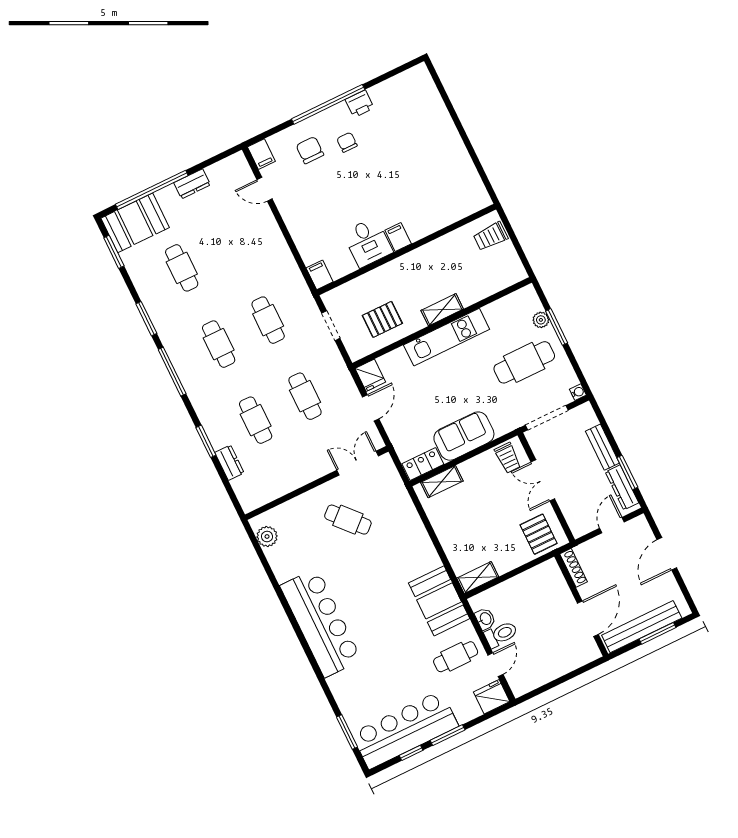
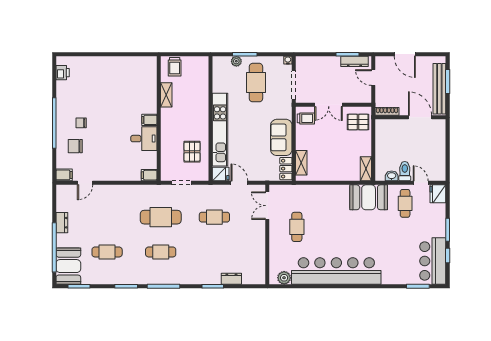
printer: (360, 104) -> (63, 73), moved
shelving: (442, 310) -> (166, 95), moved
cafe table: (268, 320) -> (161, 217), width x1.37, depth x1.35
kitchen unit: (447, 337) -> (220, 130), width x1.36
cafe table: (256, 420) -> (214, 252), removed
bench: (602, 447) -> (326, 61), removed
cafe table: (348, 520) -> (297, 227), turned -48
bar counter: (321, 623) -> (336, 271), width x1.36
bar counter: (405, 730) -> (433, 261), width x0.73

